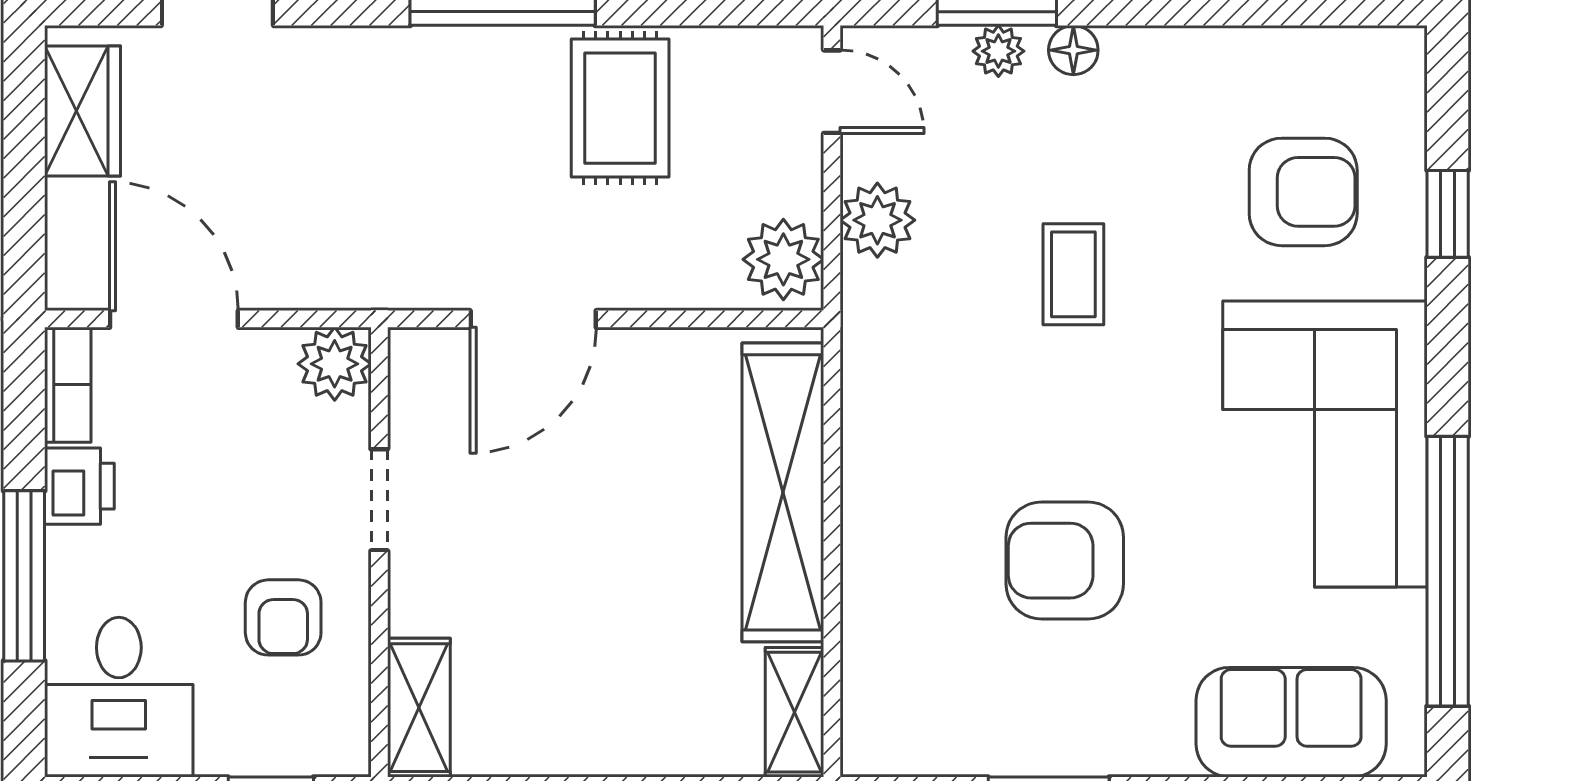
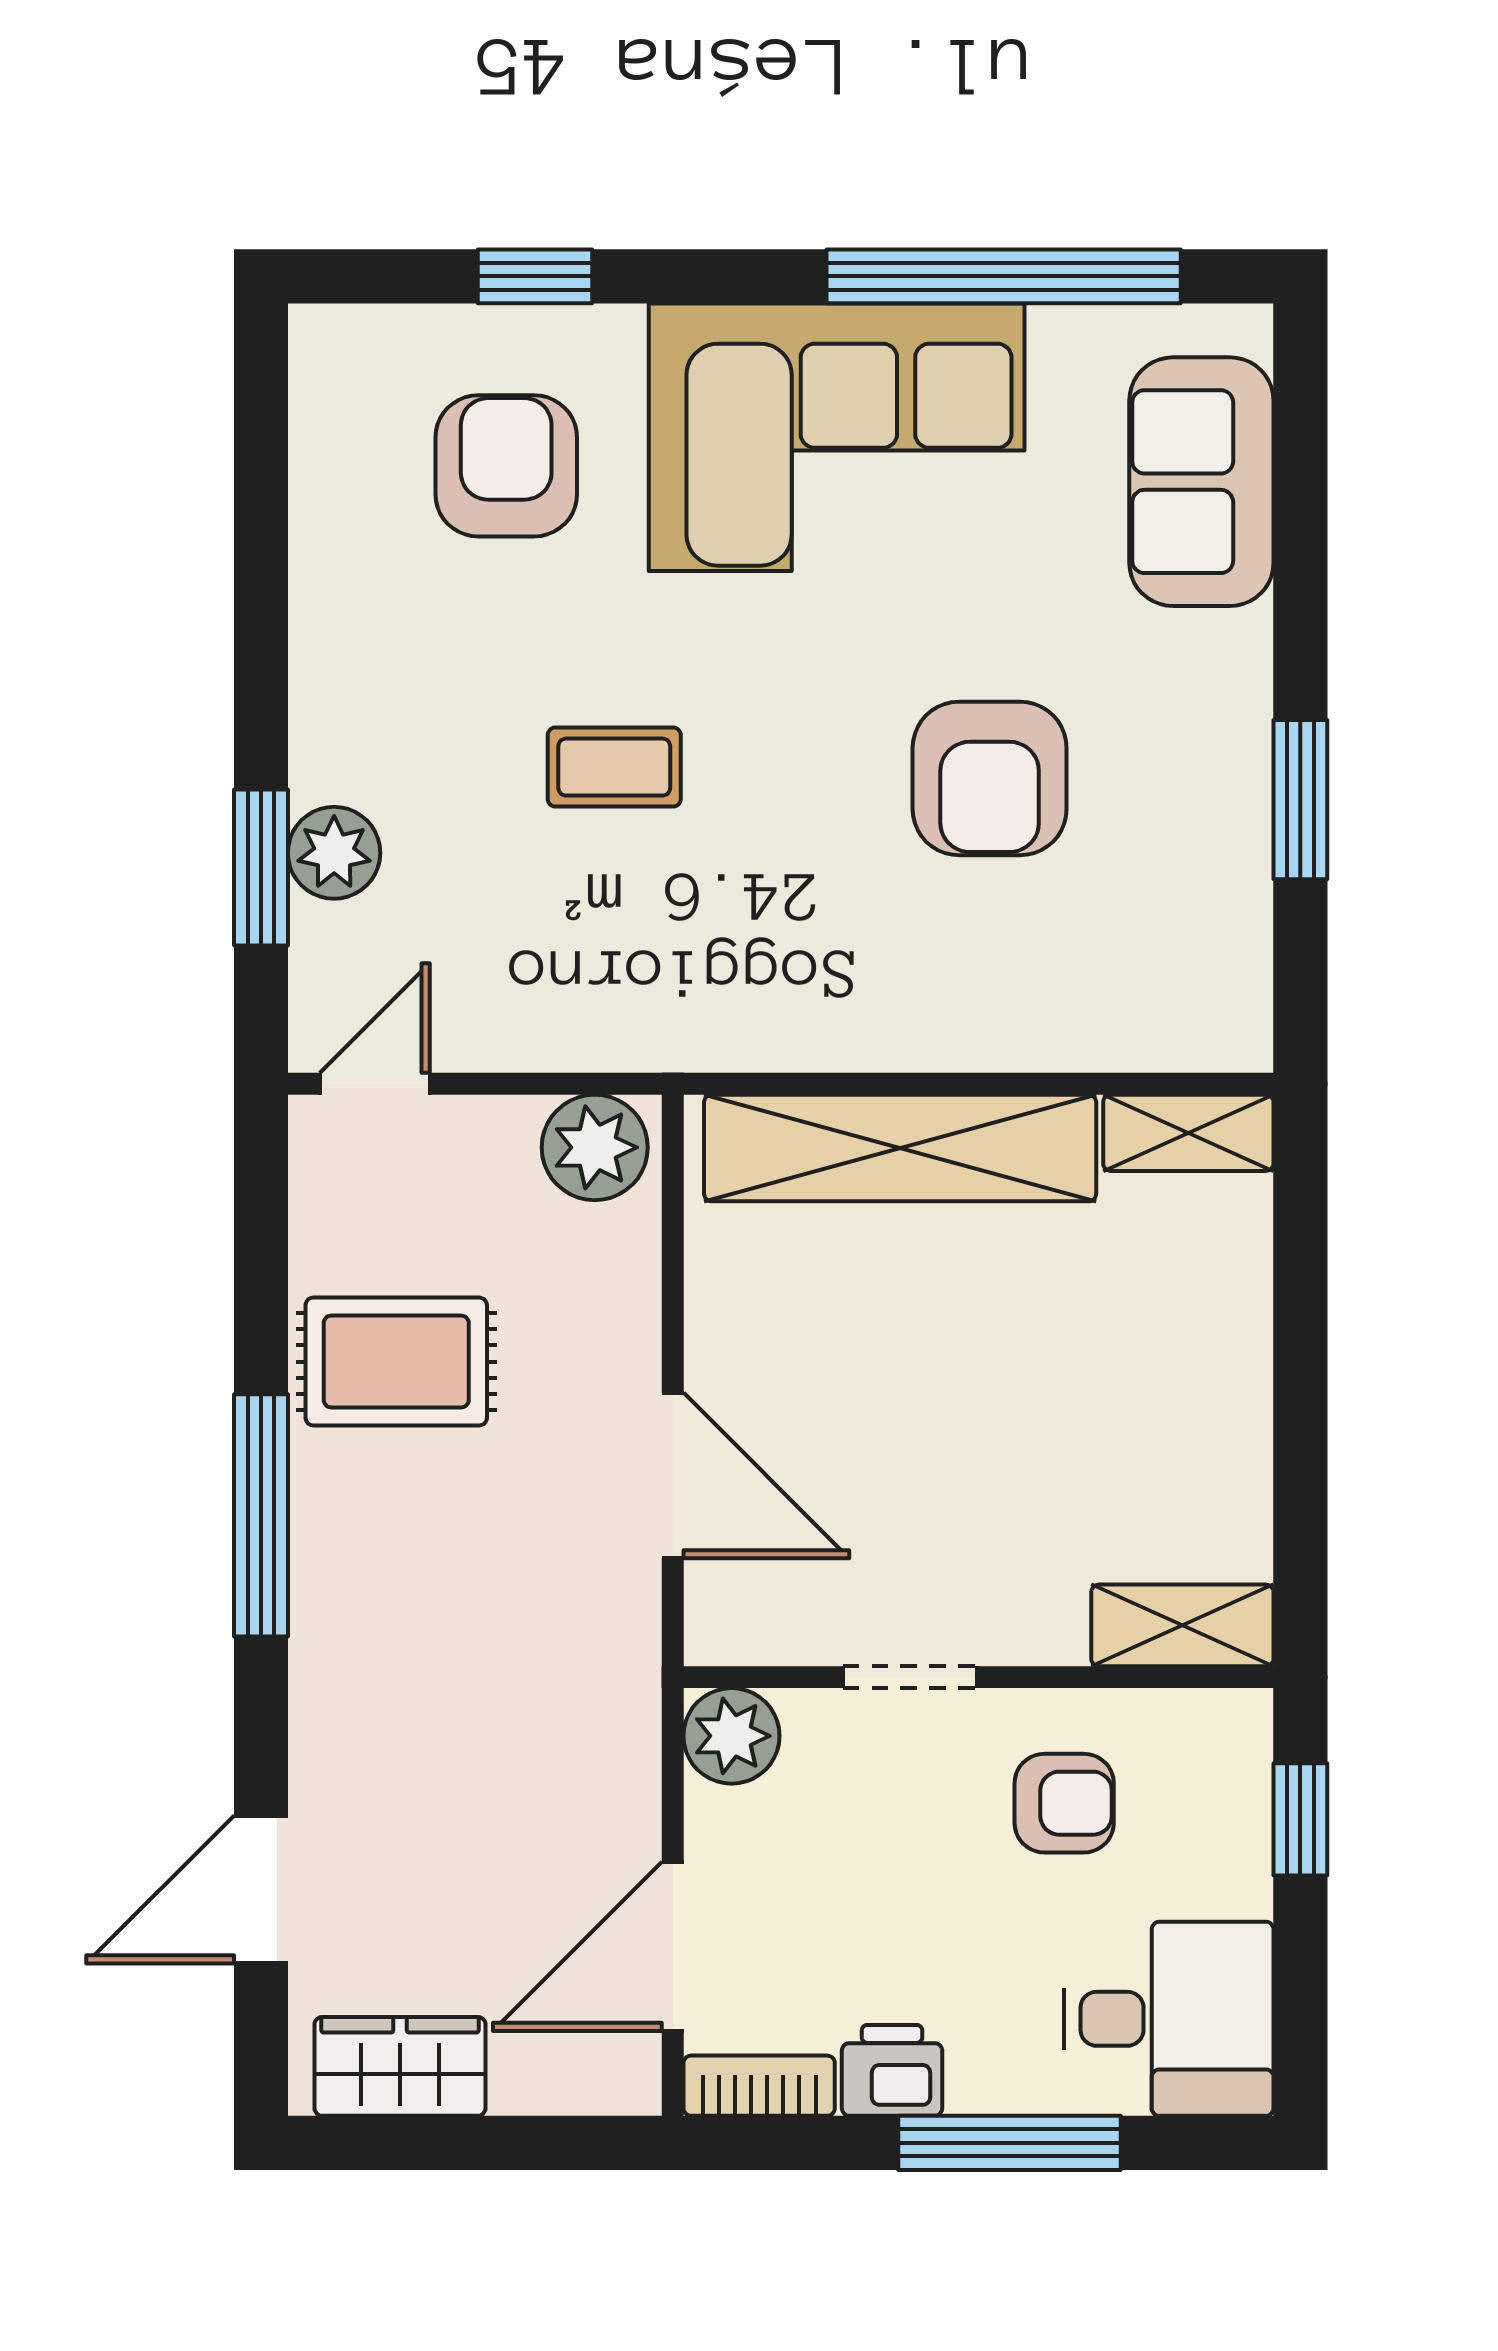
floor lamp: (1073, 50) -> (320, 767), removed
plant: (998, 51) -> (334, 853), width x1.38, depth x1.38
plant: (877, 220) -> (543, 1024), removed

